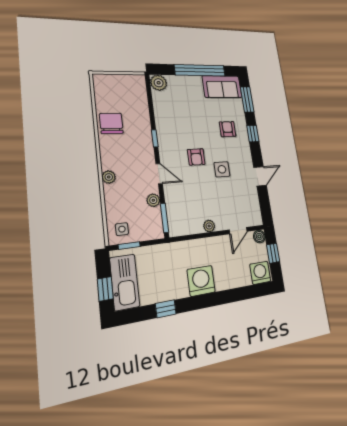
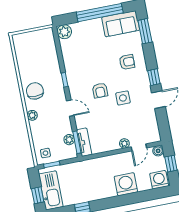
chair: (111, 123) -> (35, 91), moved
armchair: (228, 129) -> (127, 62), turned 90
window: (253, 134) -> (154, 77), moved
plant: (153, 200) -> (69, 140), moved
tv unit: (174, 219) -> (84, 142), added
plant: (209, 226) -> (124, 143), moved
washing machine: (201, 281) -> (126, 184), moved

